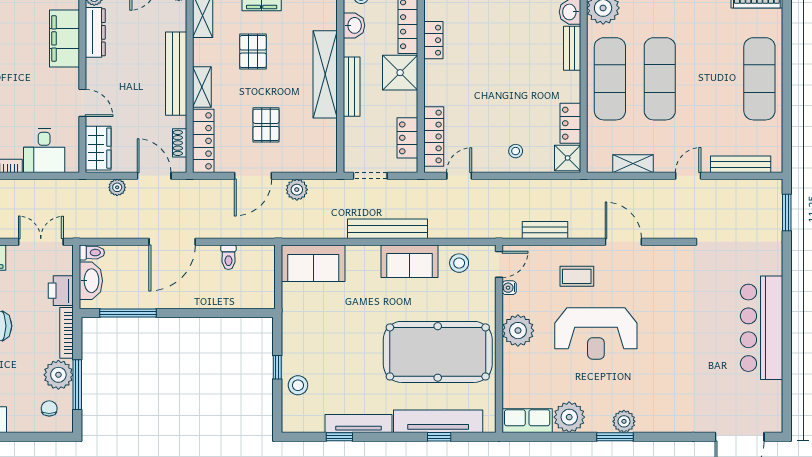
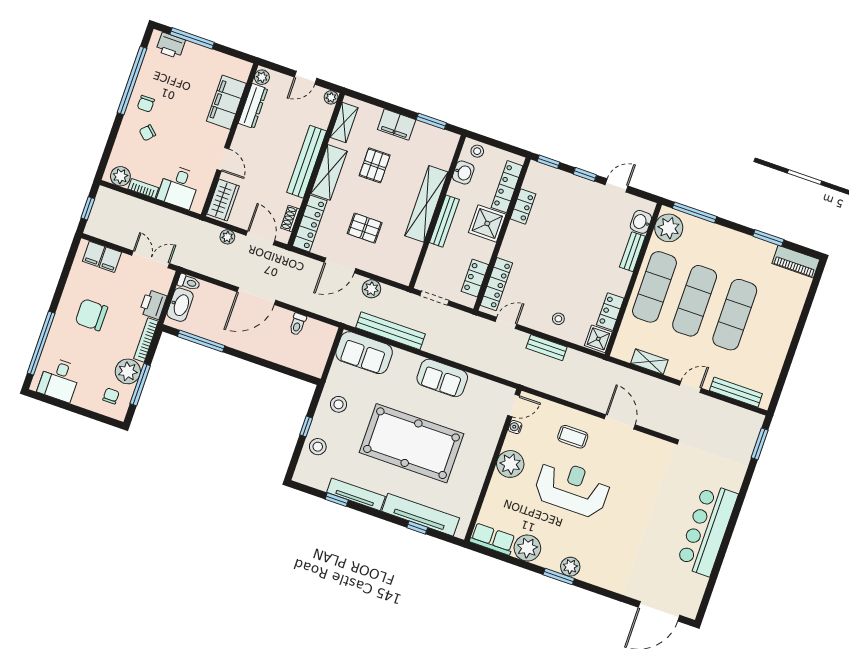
exercise mat: (759, 79) -> (735, 315), moved
shelving: (202, 87) -> (329, 172), width x1.50, depth x1.33
pallet: (266, 125) -> (365, 228), turned 90
bench: (388, 229) -> (391, 331), moved
bench: (545, 230) -> (547, 348), moved
stool: (459, 263) -> (338, 404), moved
reception desk: (596, 333) -> (572, 488), turned 180
pool table: (438, 352) -> (411, 443), moved

